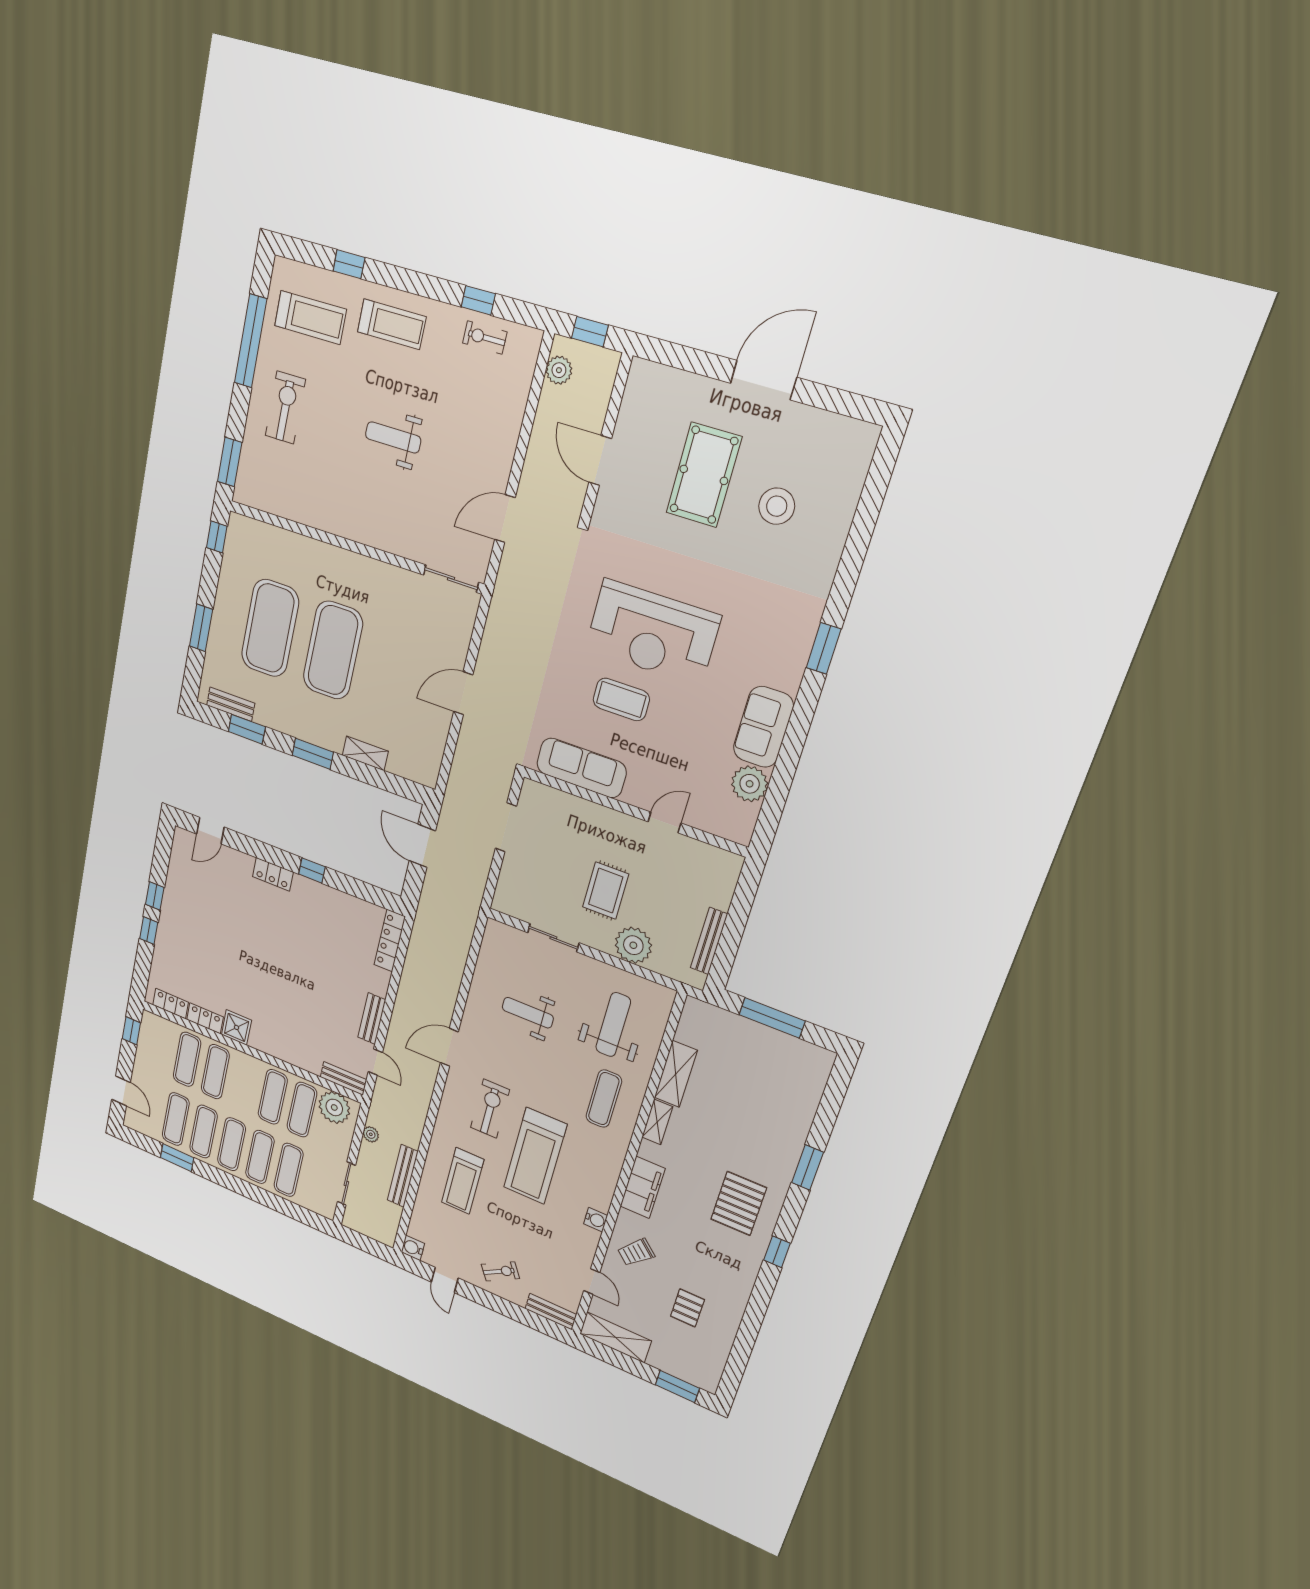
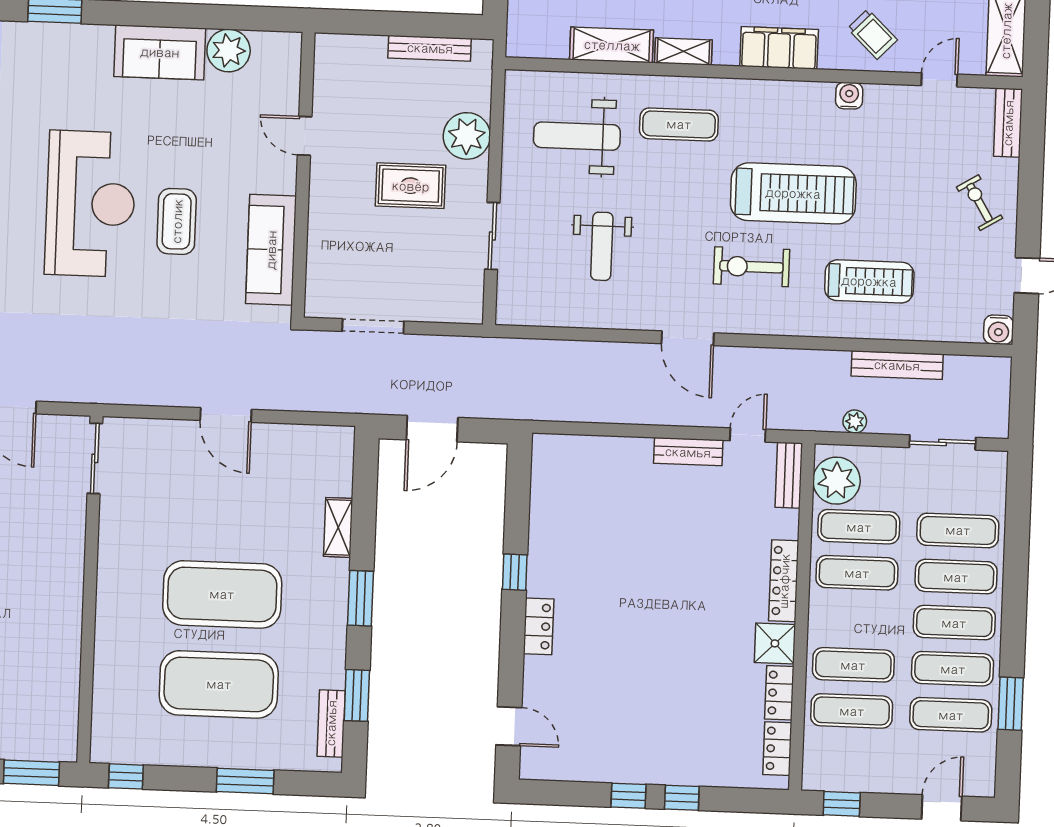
locker: (390, 941) -> (784, 581), moved, turned 90

